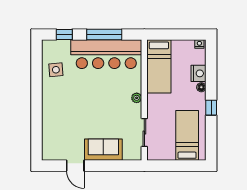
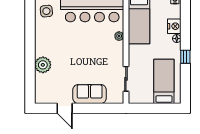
side table: (56, 70) -> (46, 11), moved
plant: (137, 98) -> (119, 36), moved
plant: (51, 117) -> (43, 65), added

